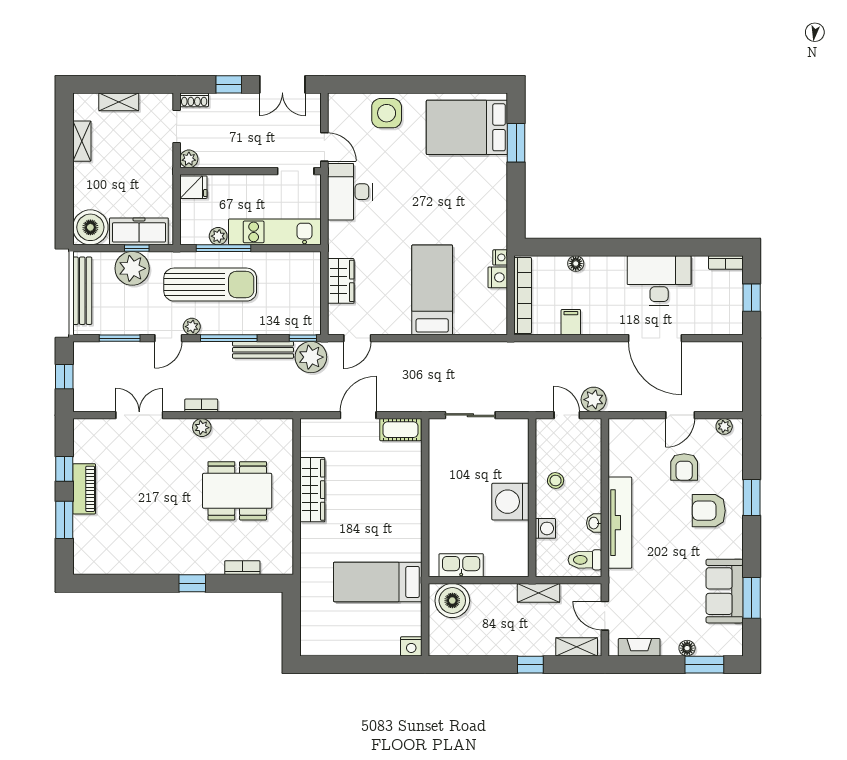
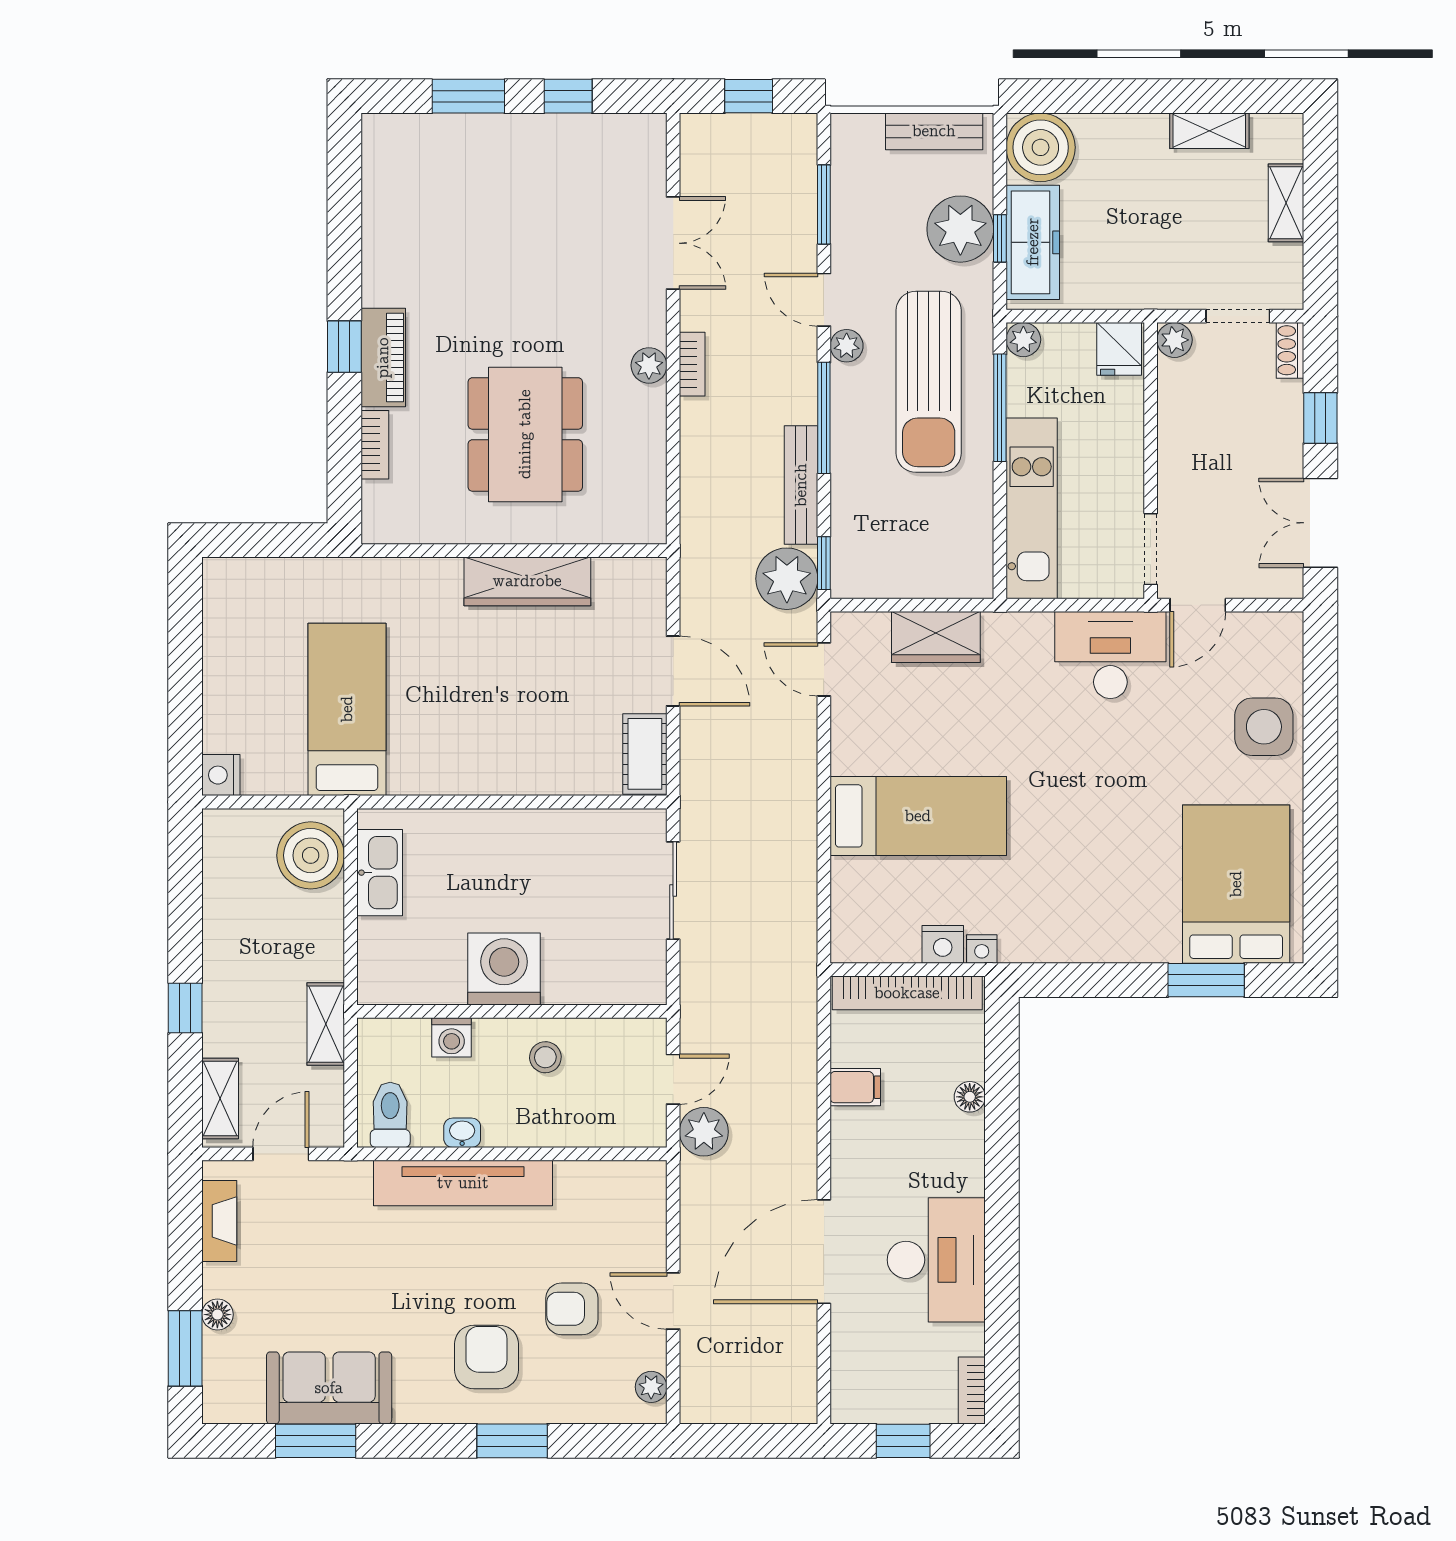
plant: (218, 236) -> (1023, 340), moved
bench: (82, 291) -> (934, 131), width x0.73
piano: (84, 489) -> (383, 358), moved, turned -90

